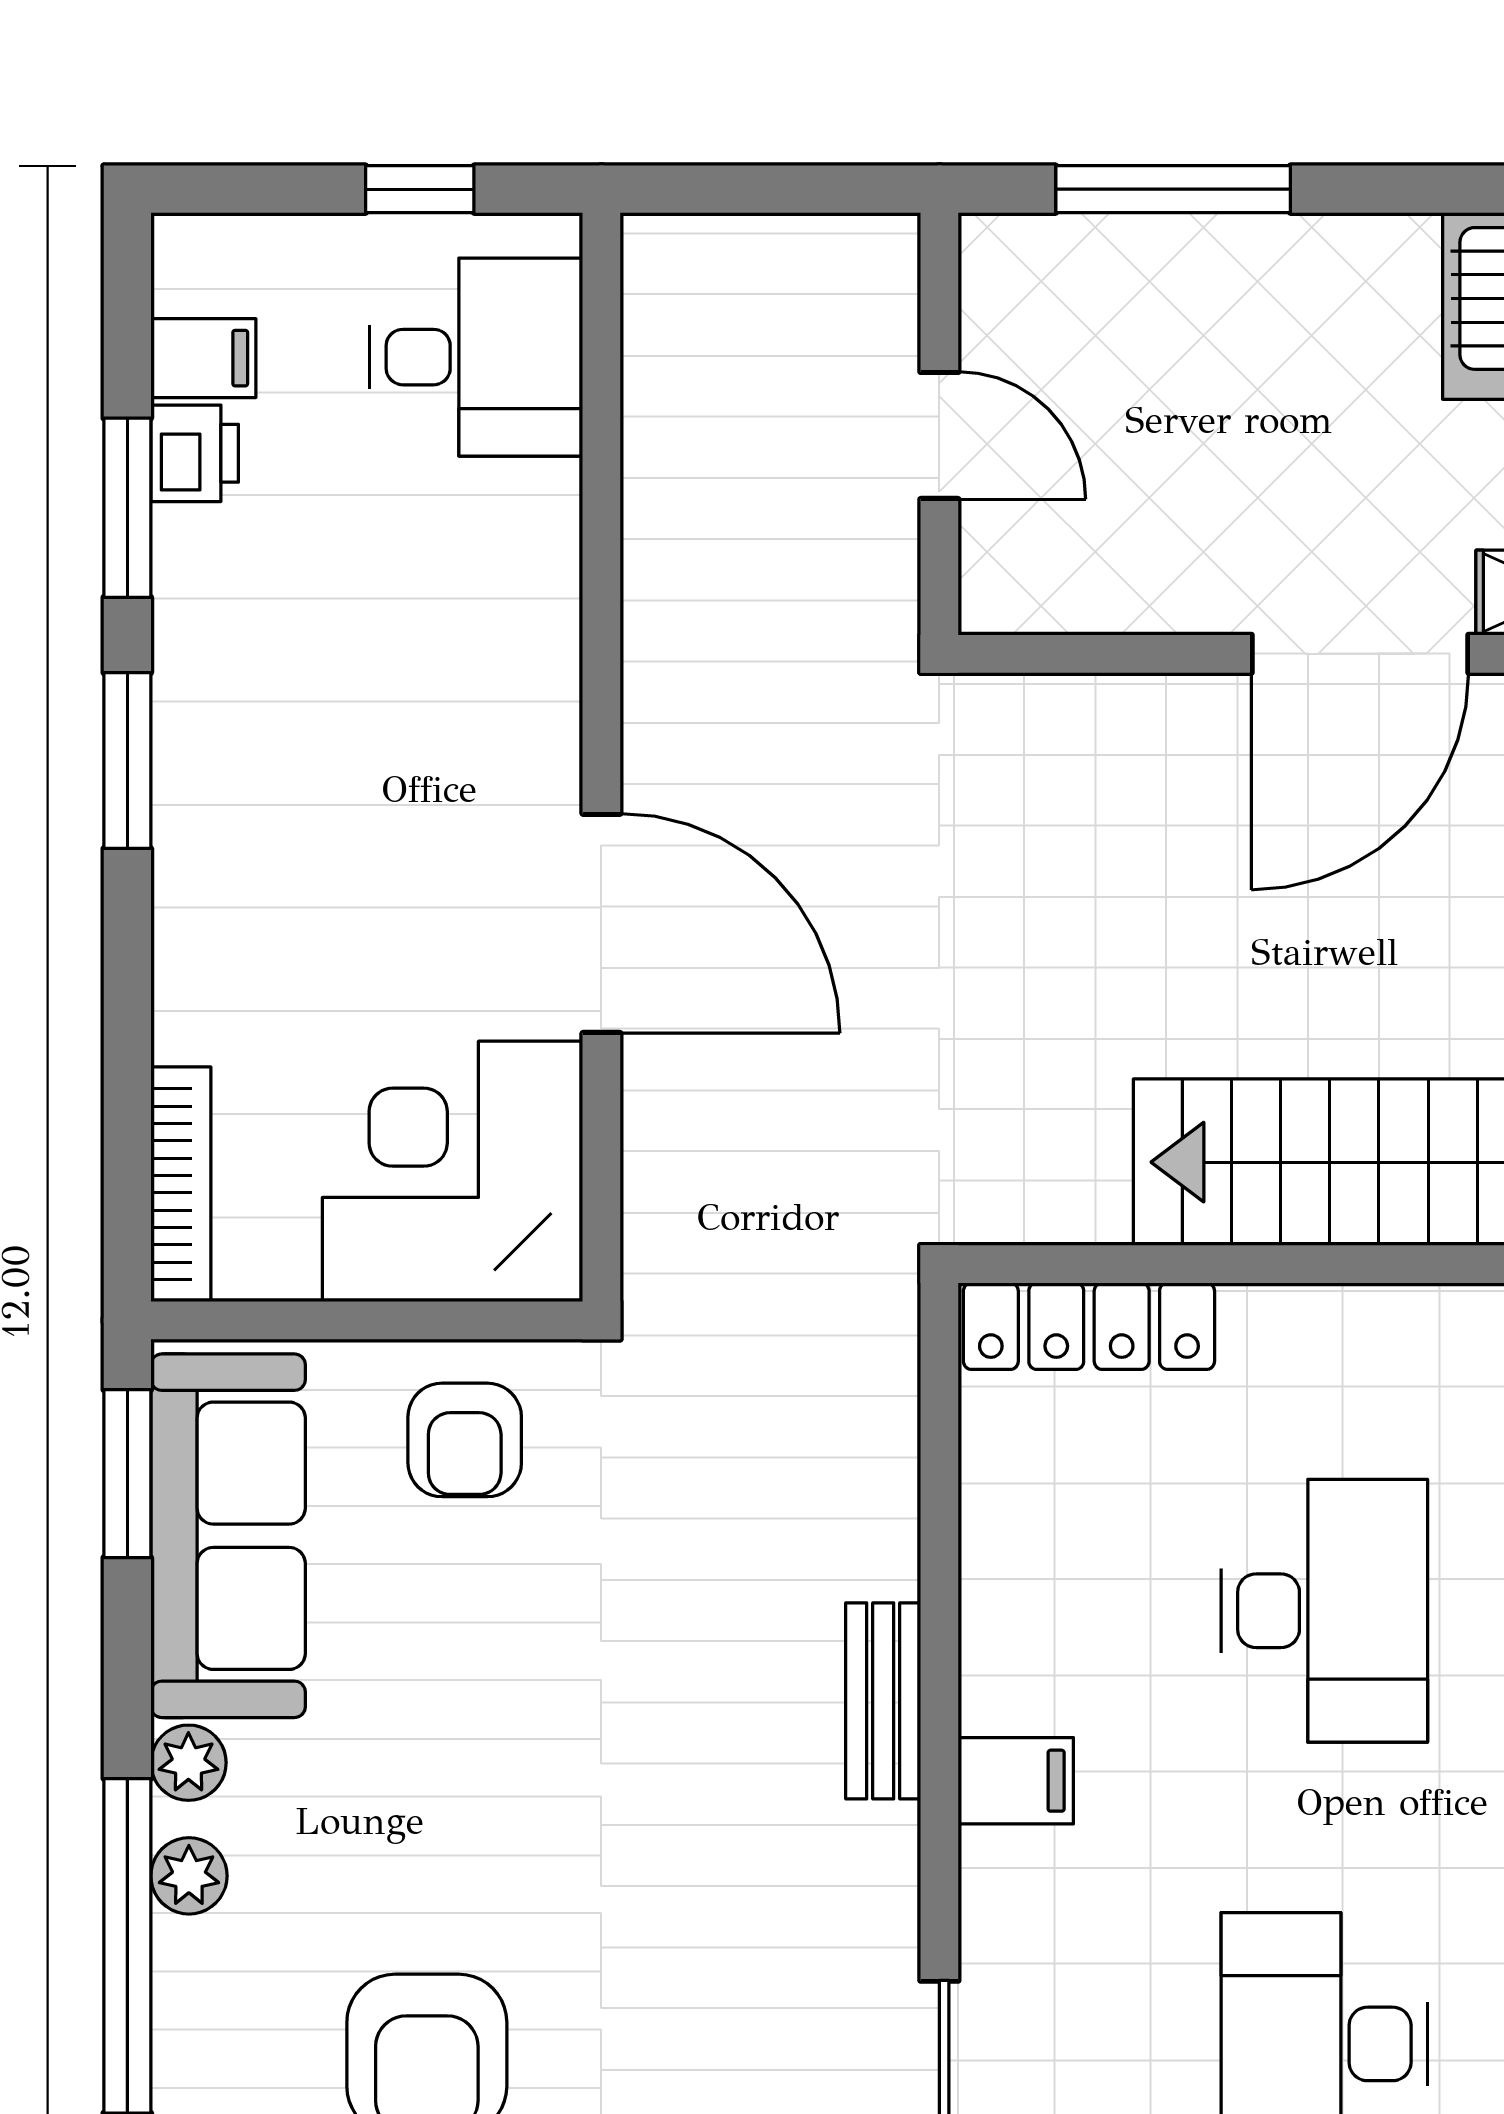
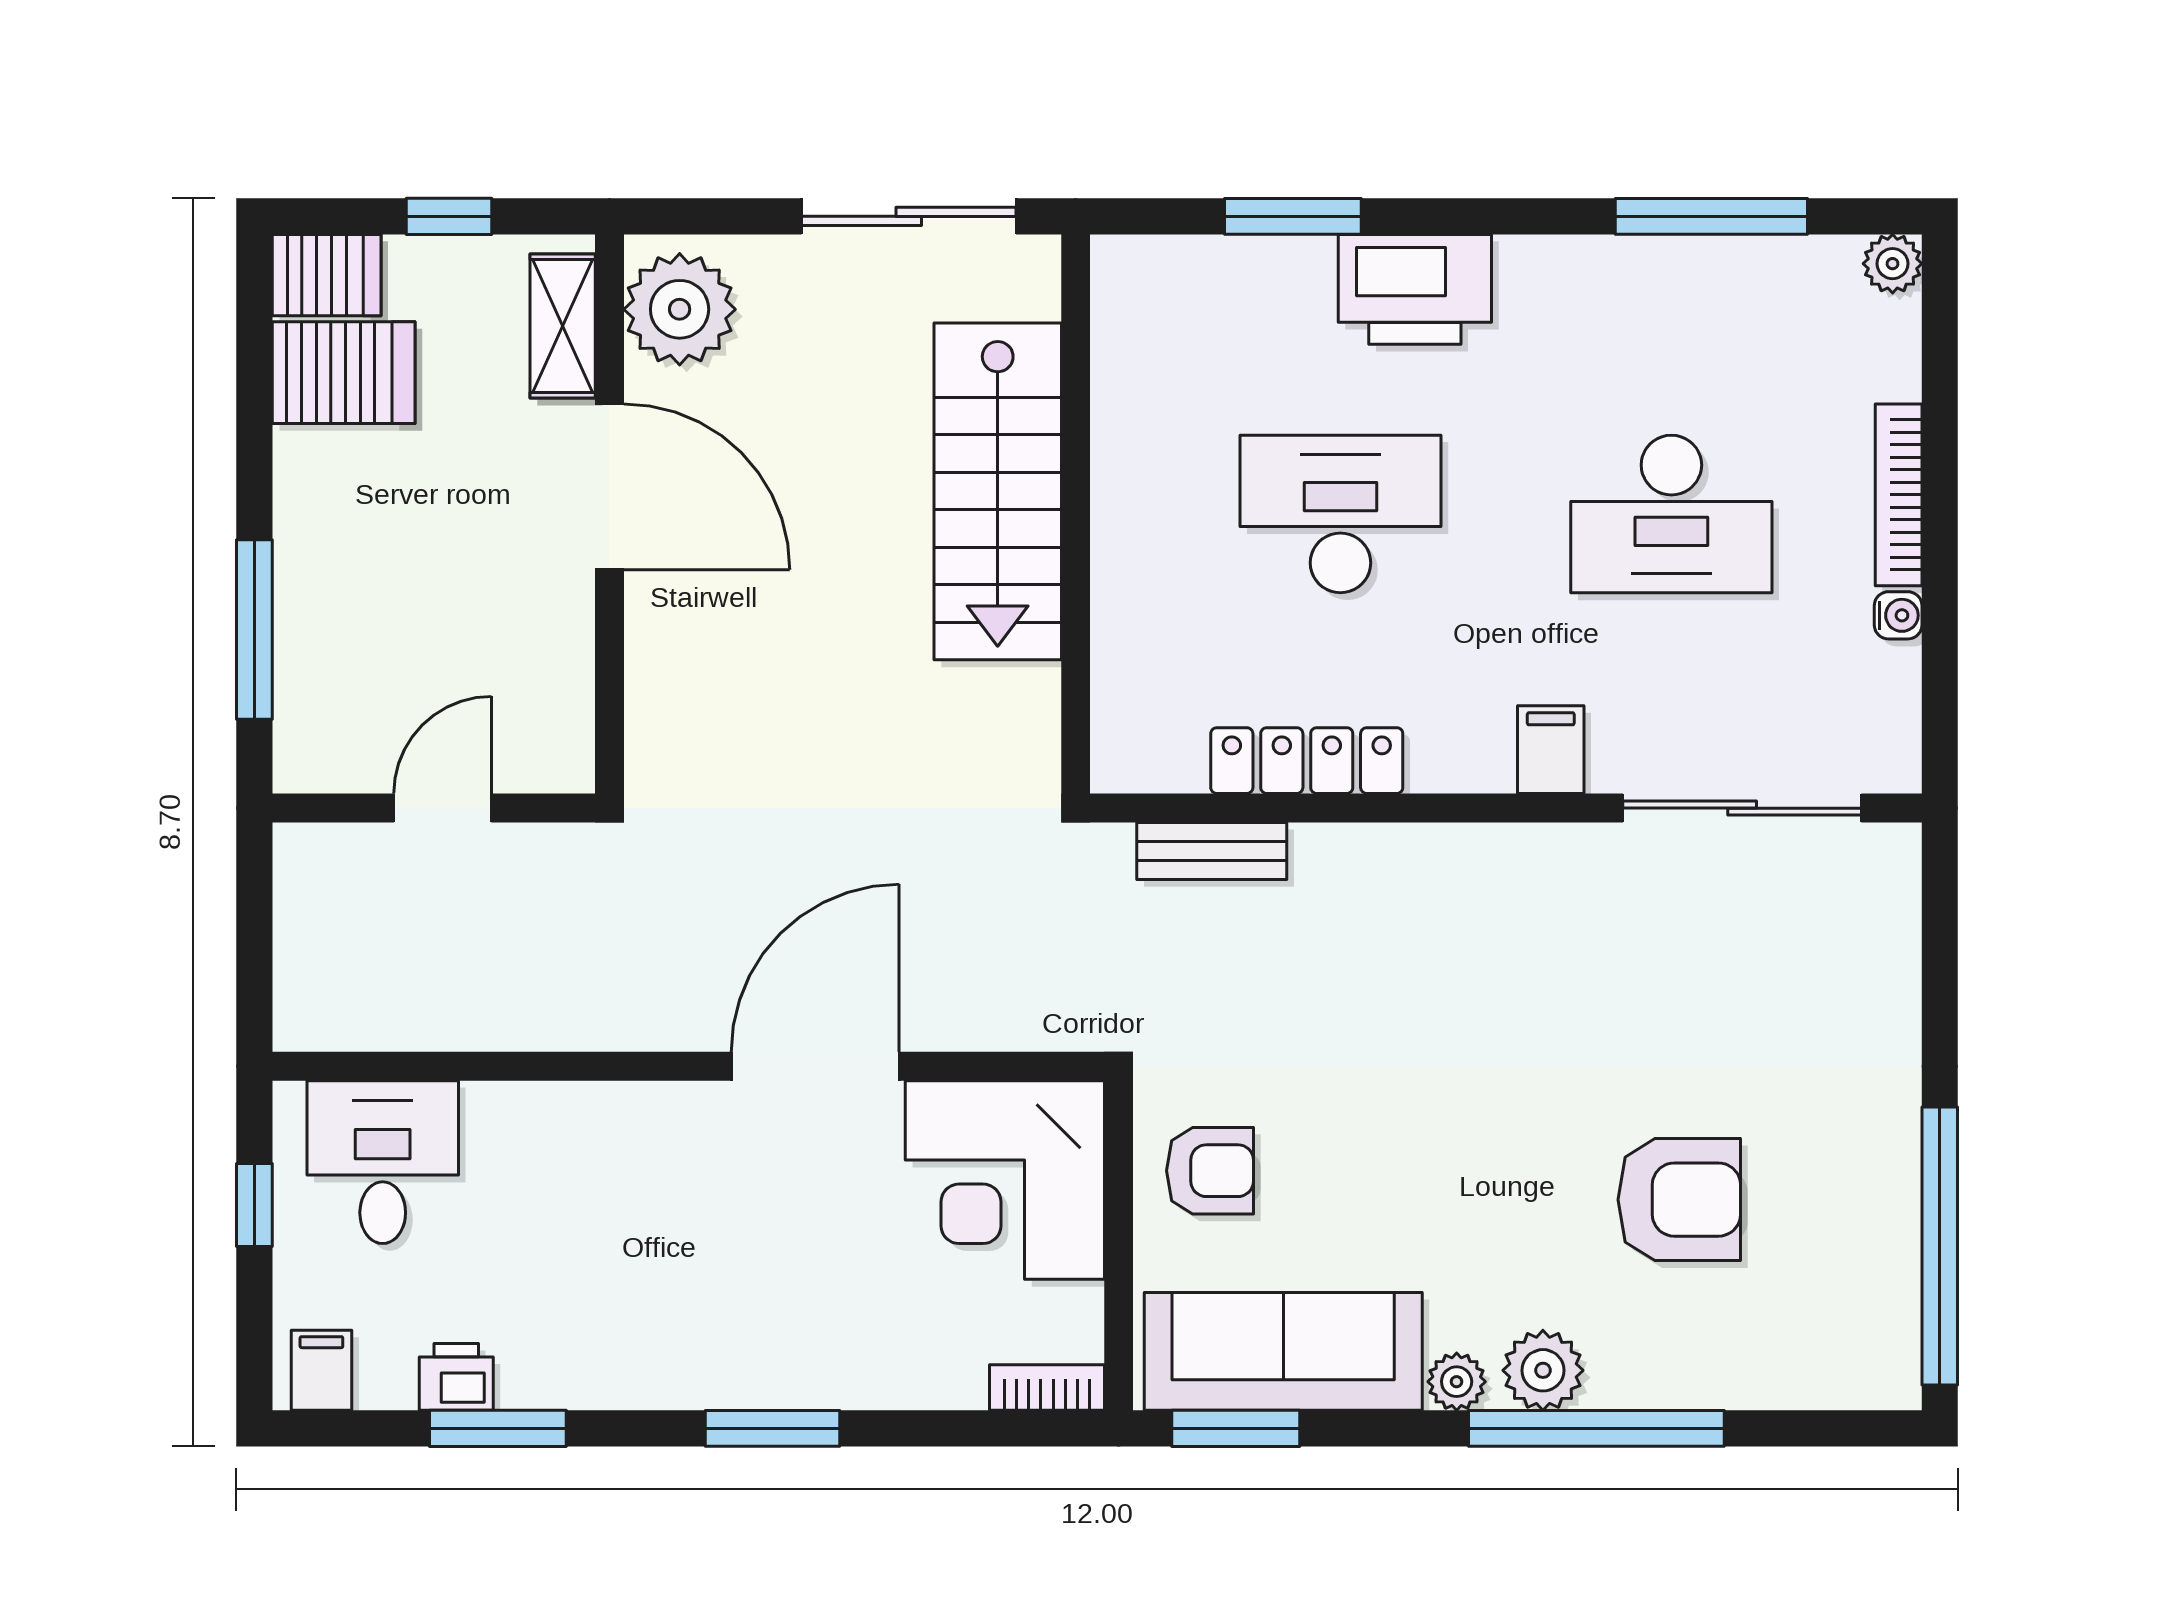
filing cabinet: (203, 358) -> (321, 1370), moved
window: (127, 761) -> (772, 1428), moved
bookcase: (181, 1184) -> (1047, 1388), width x0.64
locker: (1089, 1326) -> (1307, 761), moved, turned -90
bench: (883, 1701) -> (1212, 851), moved
filing cabinet: (1016, 1781) -> (1551, 750), moved
plant: (189, 1876) -> (1543, 1370), width x1.38, depth x1.38

